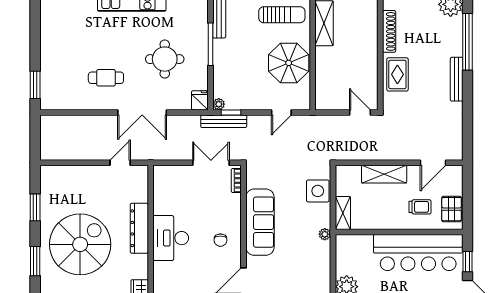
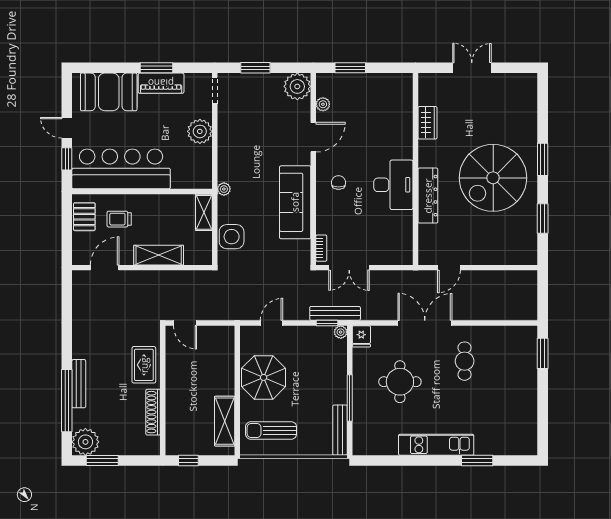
cafe table: (106, 78) -> (465, 361), turned 90
bench: (457, 79) -> (79, 384), moved

